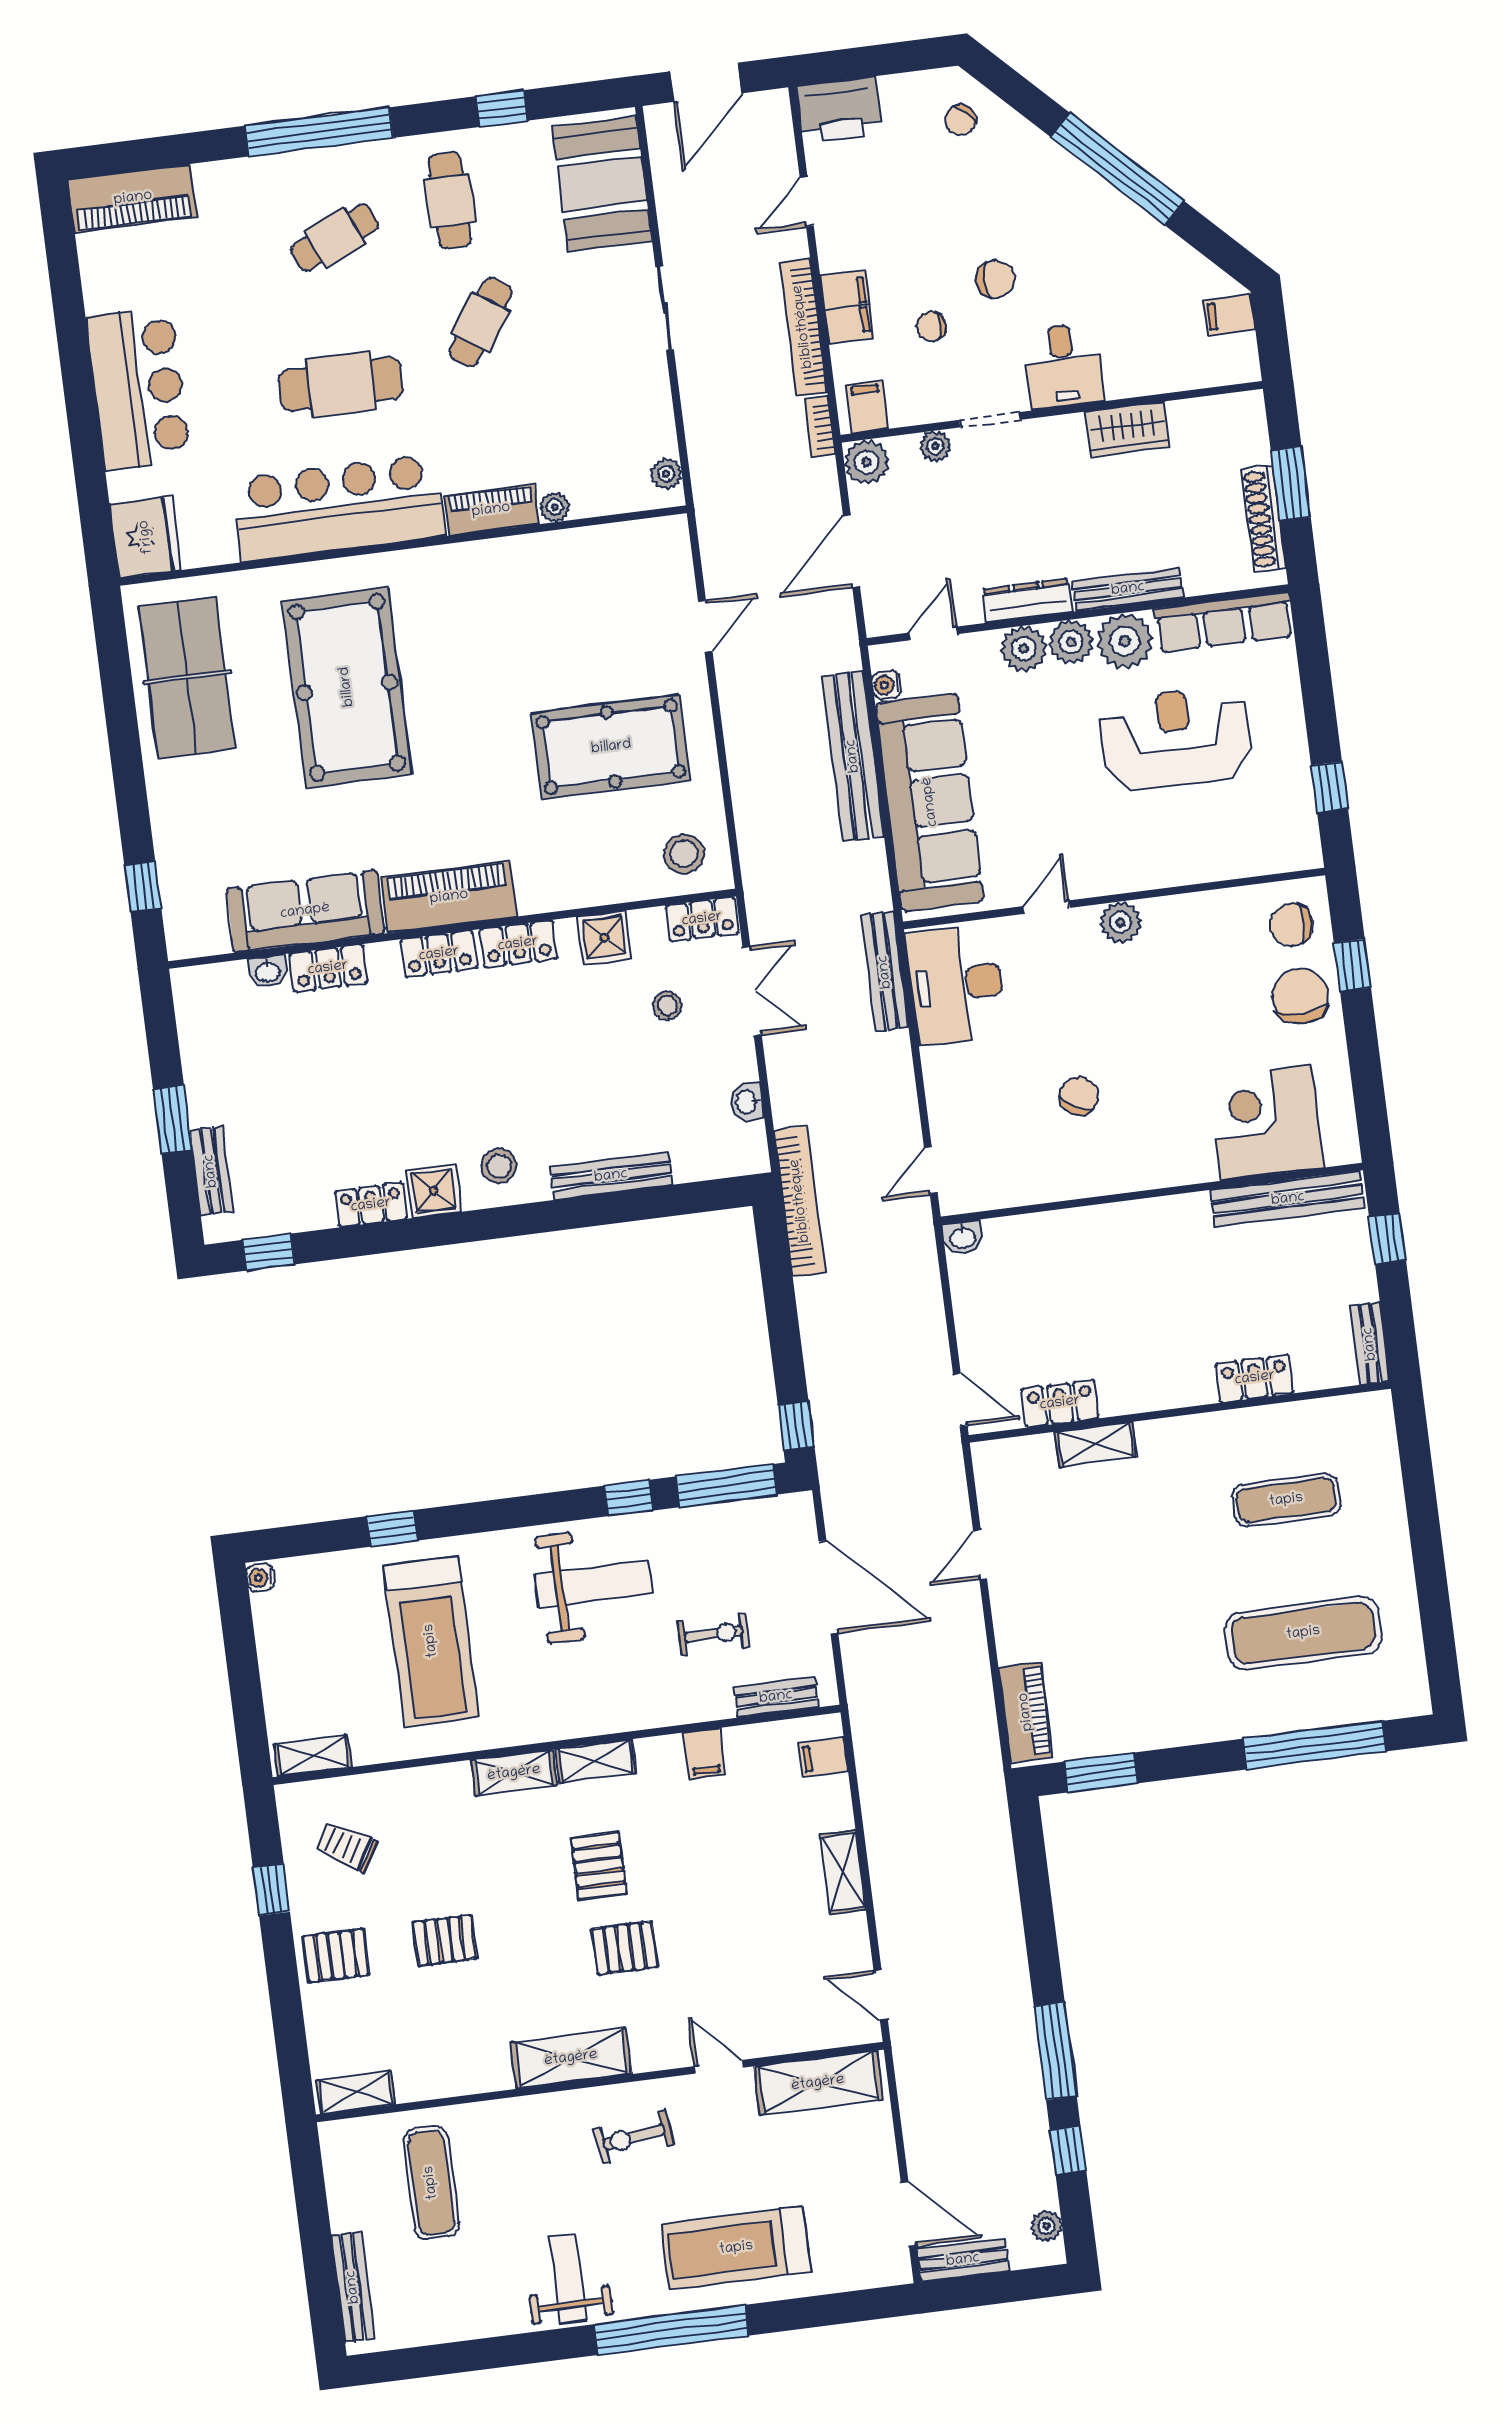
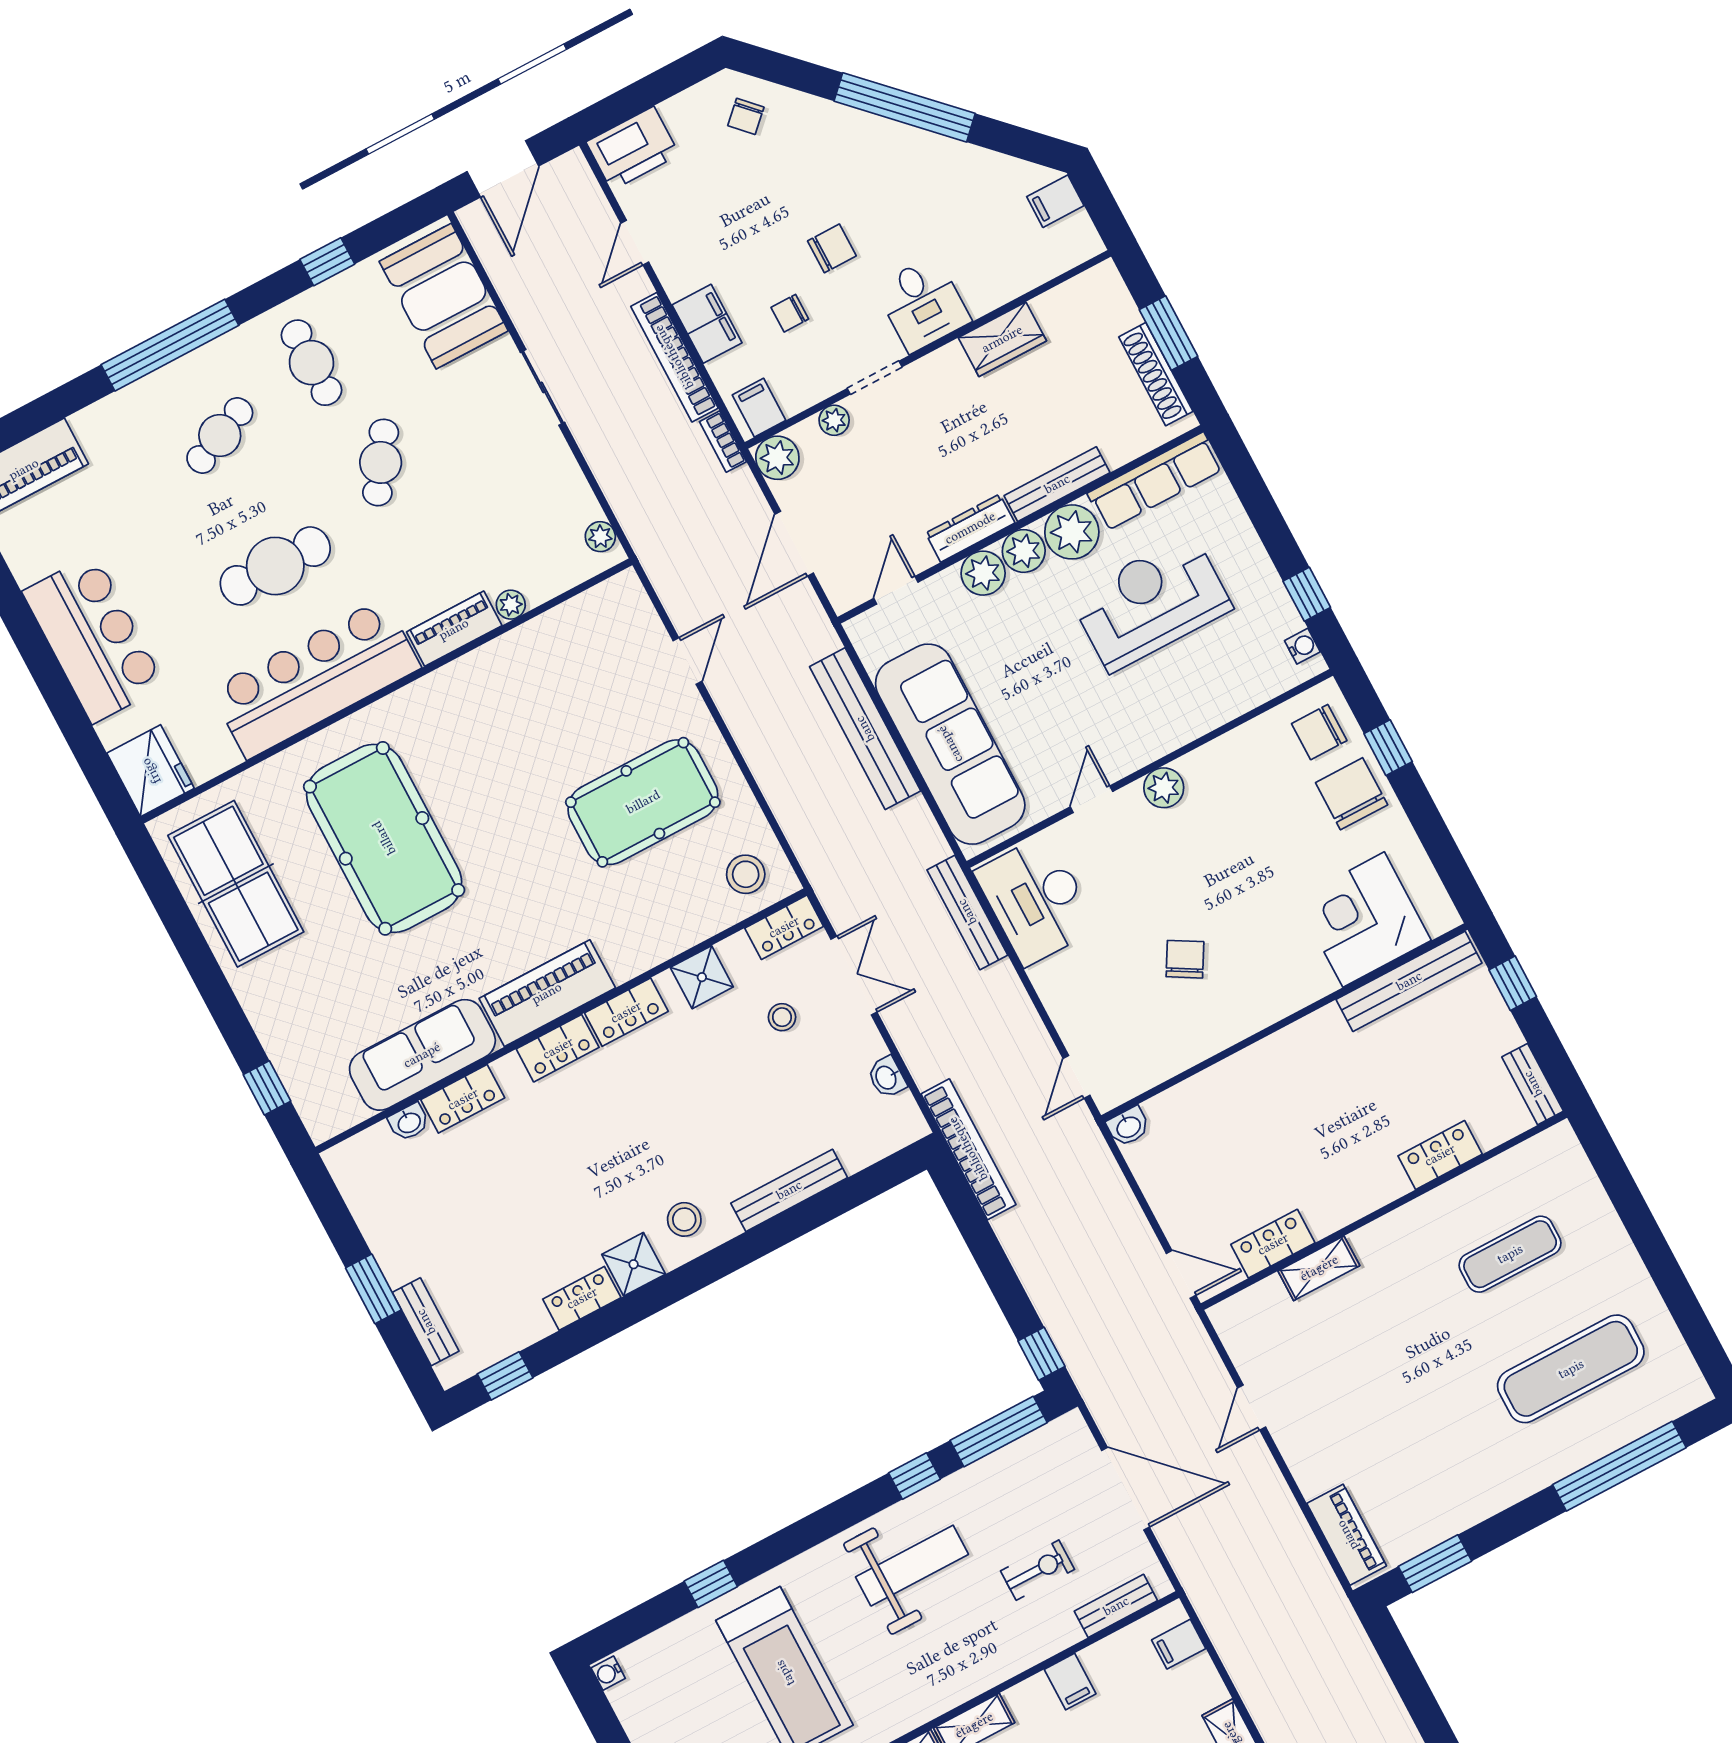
water cooler: (886, 685) -> (1302, 646), moved, turned 180

